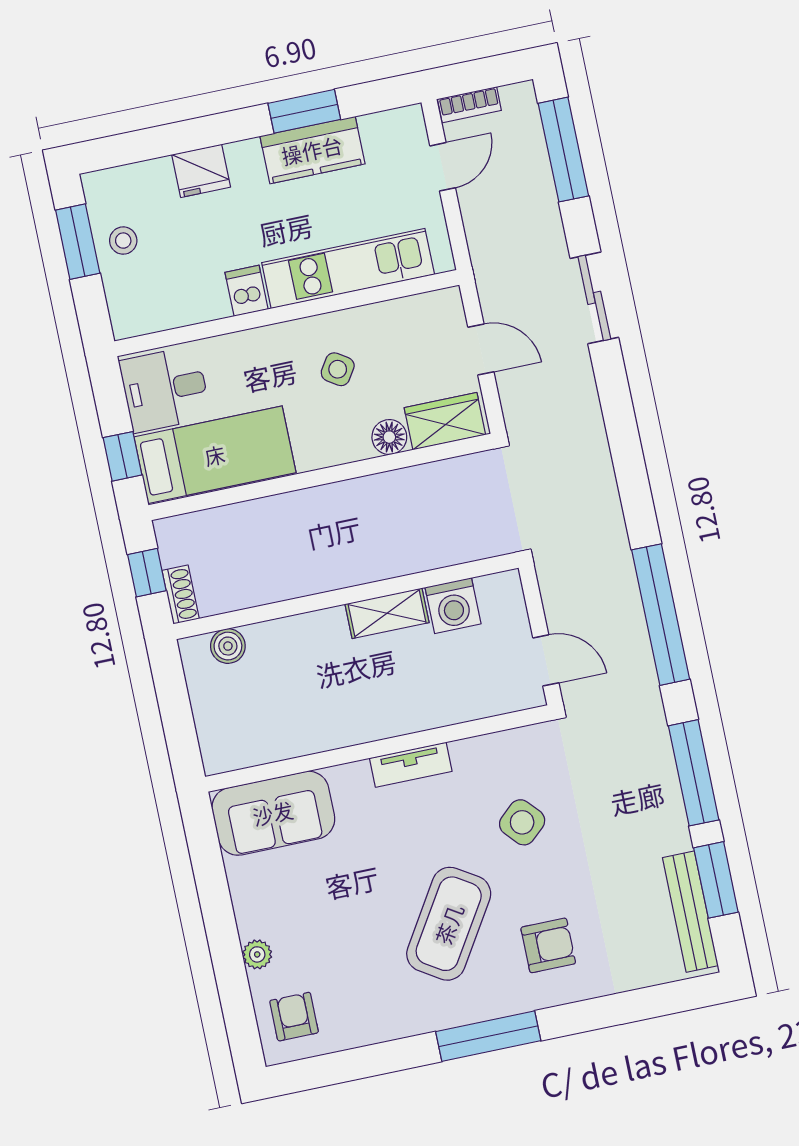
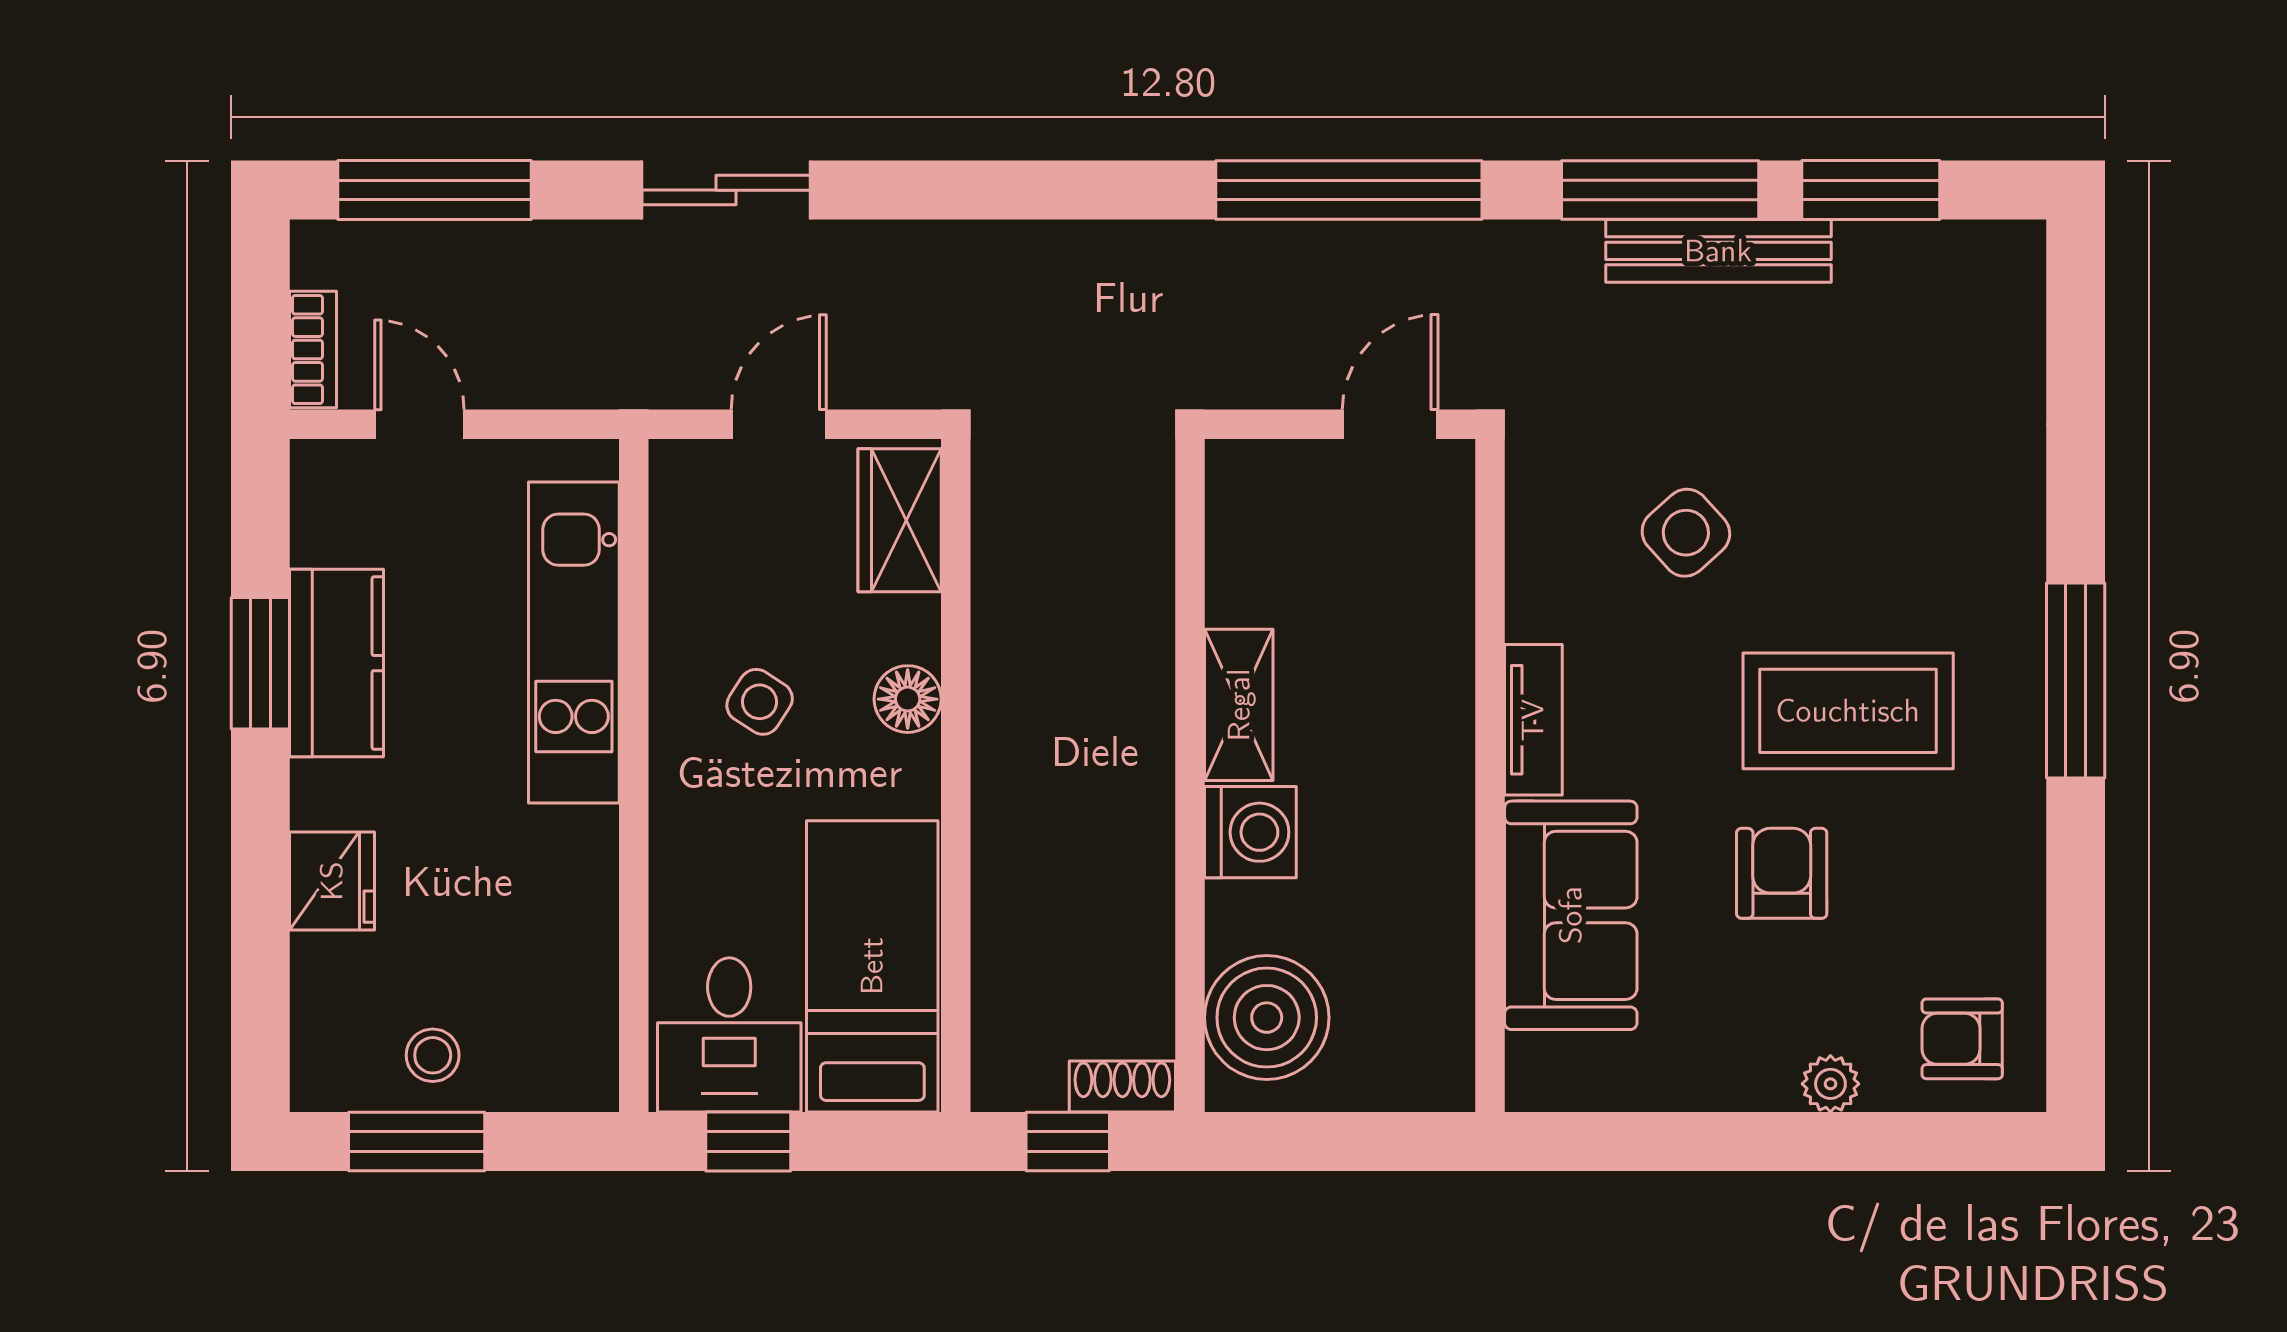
dishwasher: (247, 291) -> (576, 843), removed
floor lamp: (389, 437) -> (908, 699), moved
window: (123, 456) -> (748, 1141), moved
washing machine: (453, 606) -> (1250, 832), moved
boiler: (228, 646) -> (1267, 1018), width x1.86, depth x1.86
sofa: (273, 813) -> (1571, 915), moved
bench: (690, 912) -> (1718, 251), moved
coffee table: (449, 924) -> (1848, 711), turned -32
armchair: (548, 945) -> (1782, 873), moved

